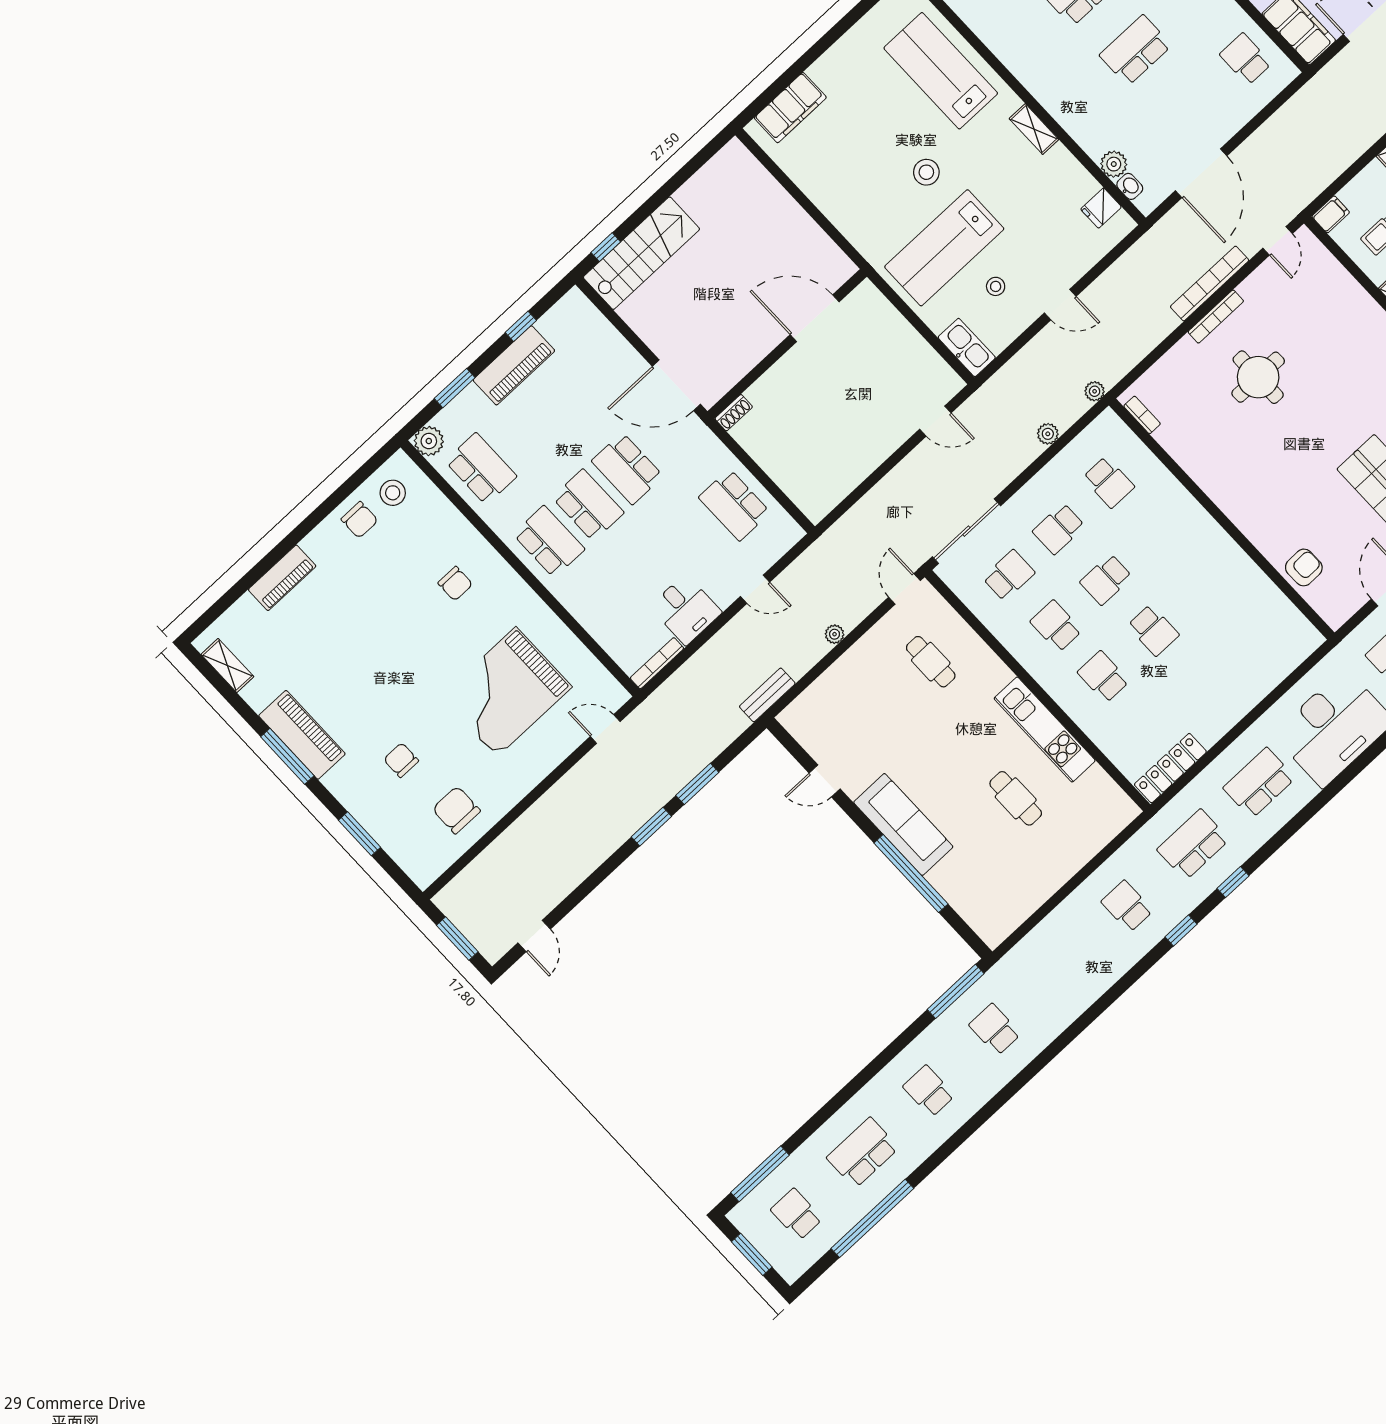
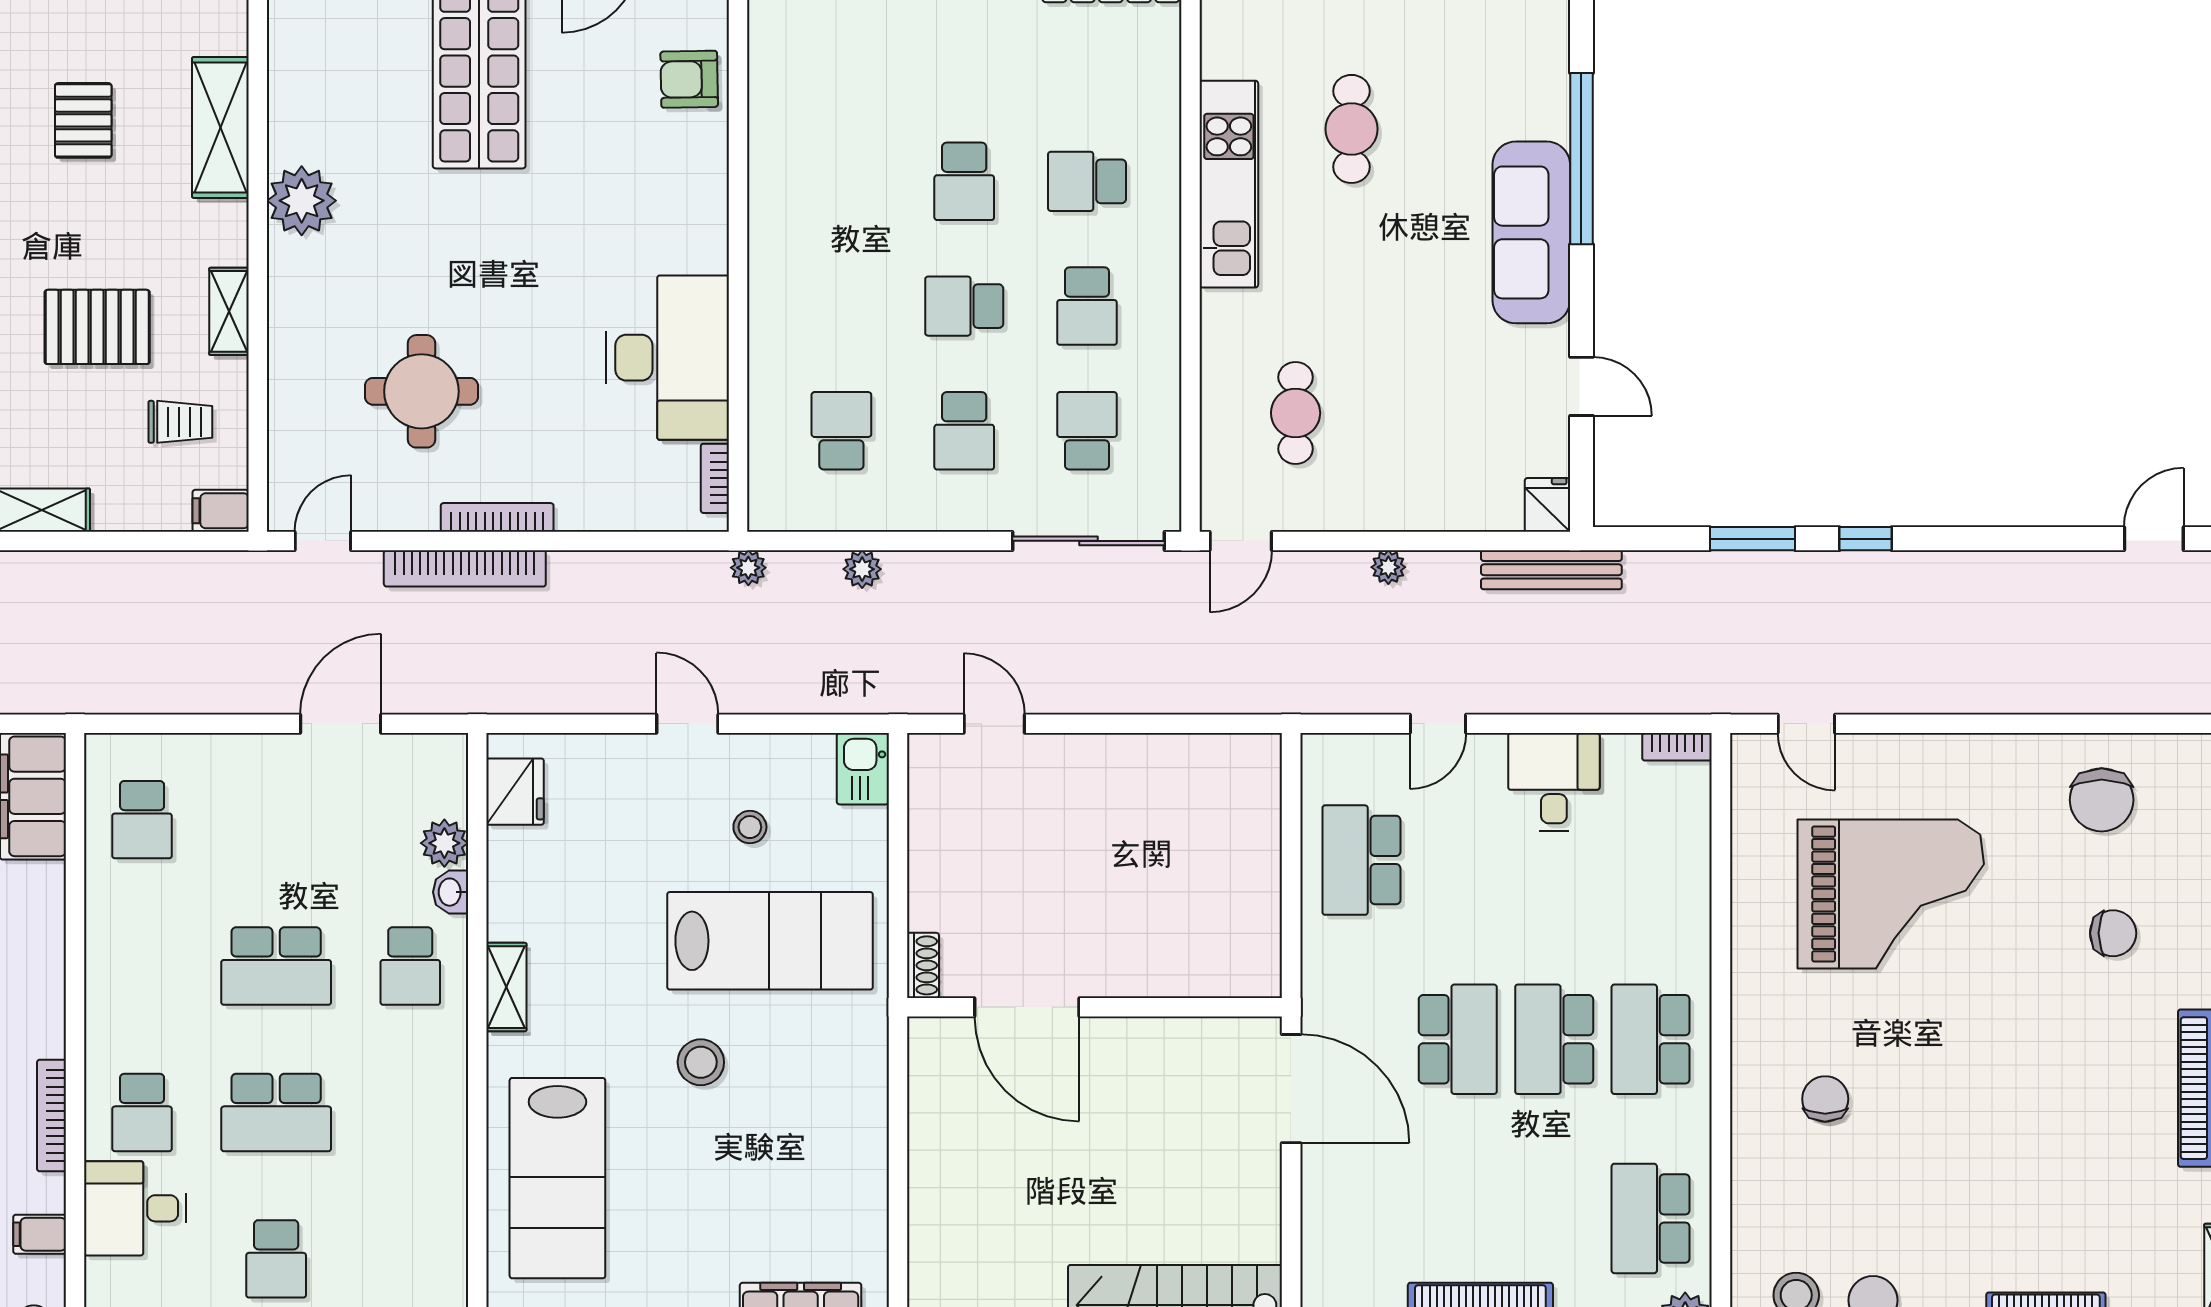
school desk: (1081, 101) -> (410, 966), added
door: (1201, 173) -> (341, 724), width x0.73
washbasin: (1130, 186) -> (451, 892), moved
fridge: (1101, 208) -> (515, 792), width x1.38
kitchen sink: (967, 347) -> (863, 769), width x0.73
round table: (1258, 377) -> (421, 391), moved
shoe rack: (734, 413) -> (923, 965), moved, turned 90
desk: (1207, 446) -> (667, 358), added
school desk: (734, 505) -> (1361, 860), turned 180
school desk: (1059, 529) -> (964, 431), turned 90
school desk: (1009, 575) -> (1087, 431), turned 90
school desk: (1106, 580) -> (964, 306), turned 180
door: (755, 589) -> (1438, 724), swing flipped
school desk: (1153, 630) -> (964, 181), turned 180
bookcase: (657, 663) -> (1677, 747), width x0.64
school desk: (1103, 677) -> (1087, 181), turned 90
bench: (767, 695) -> (1551, 570), width x1.36
fridge: (793, 720) -> (1547, 505), added
chair: (401, 760) -> (2113, 933), turned -90
window: (651, 827) -> (1865, 539), width x0.67

